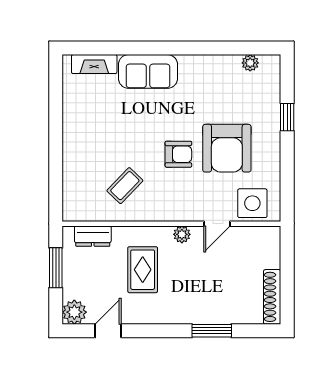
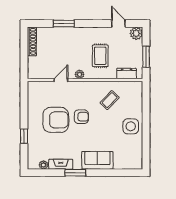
window: (190, 48) -> (75, 173), added
fireplace: (94, 64) -> (61, 164), moved
armchair: (227, 148) -> (56, 120), turned 90
armchair: (178, 154) -> (81, 117), turned 180
side table: (252, 203) -> (131, 126), moved
door: (108, 331) -> (118, 24), swing flipped

